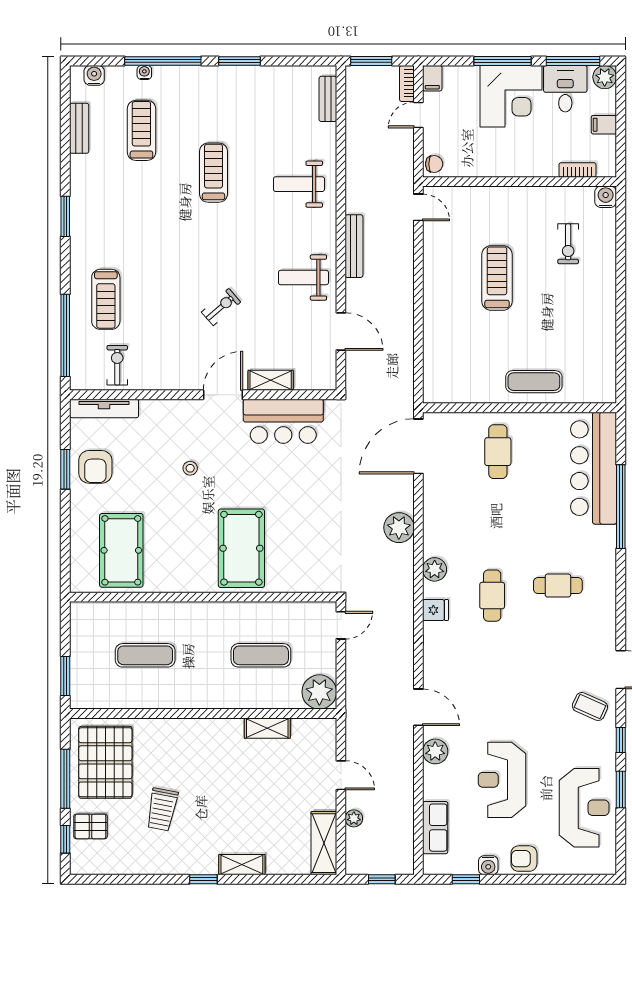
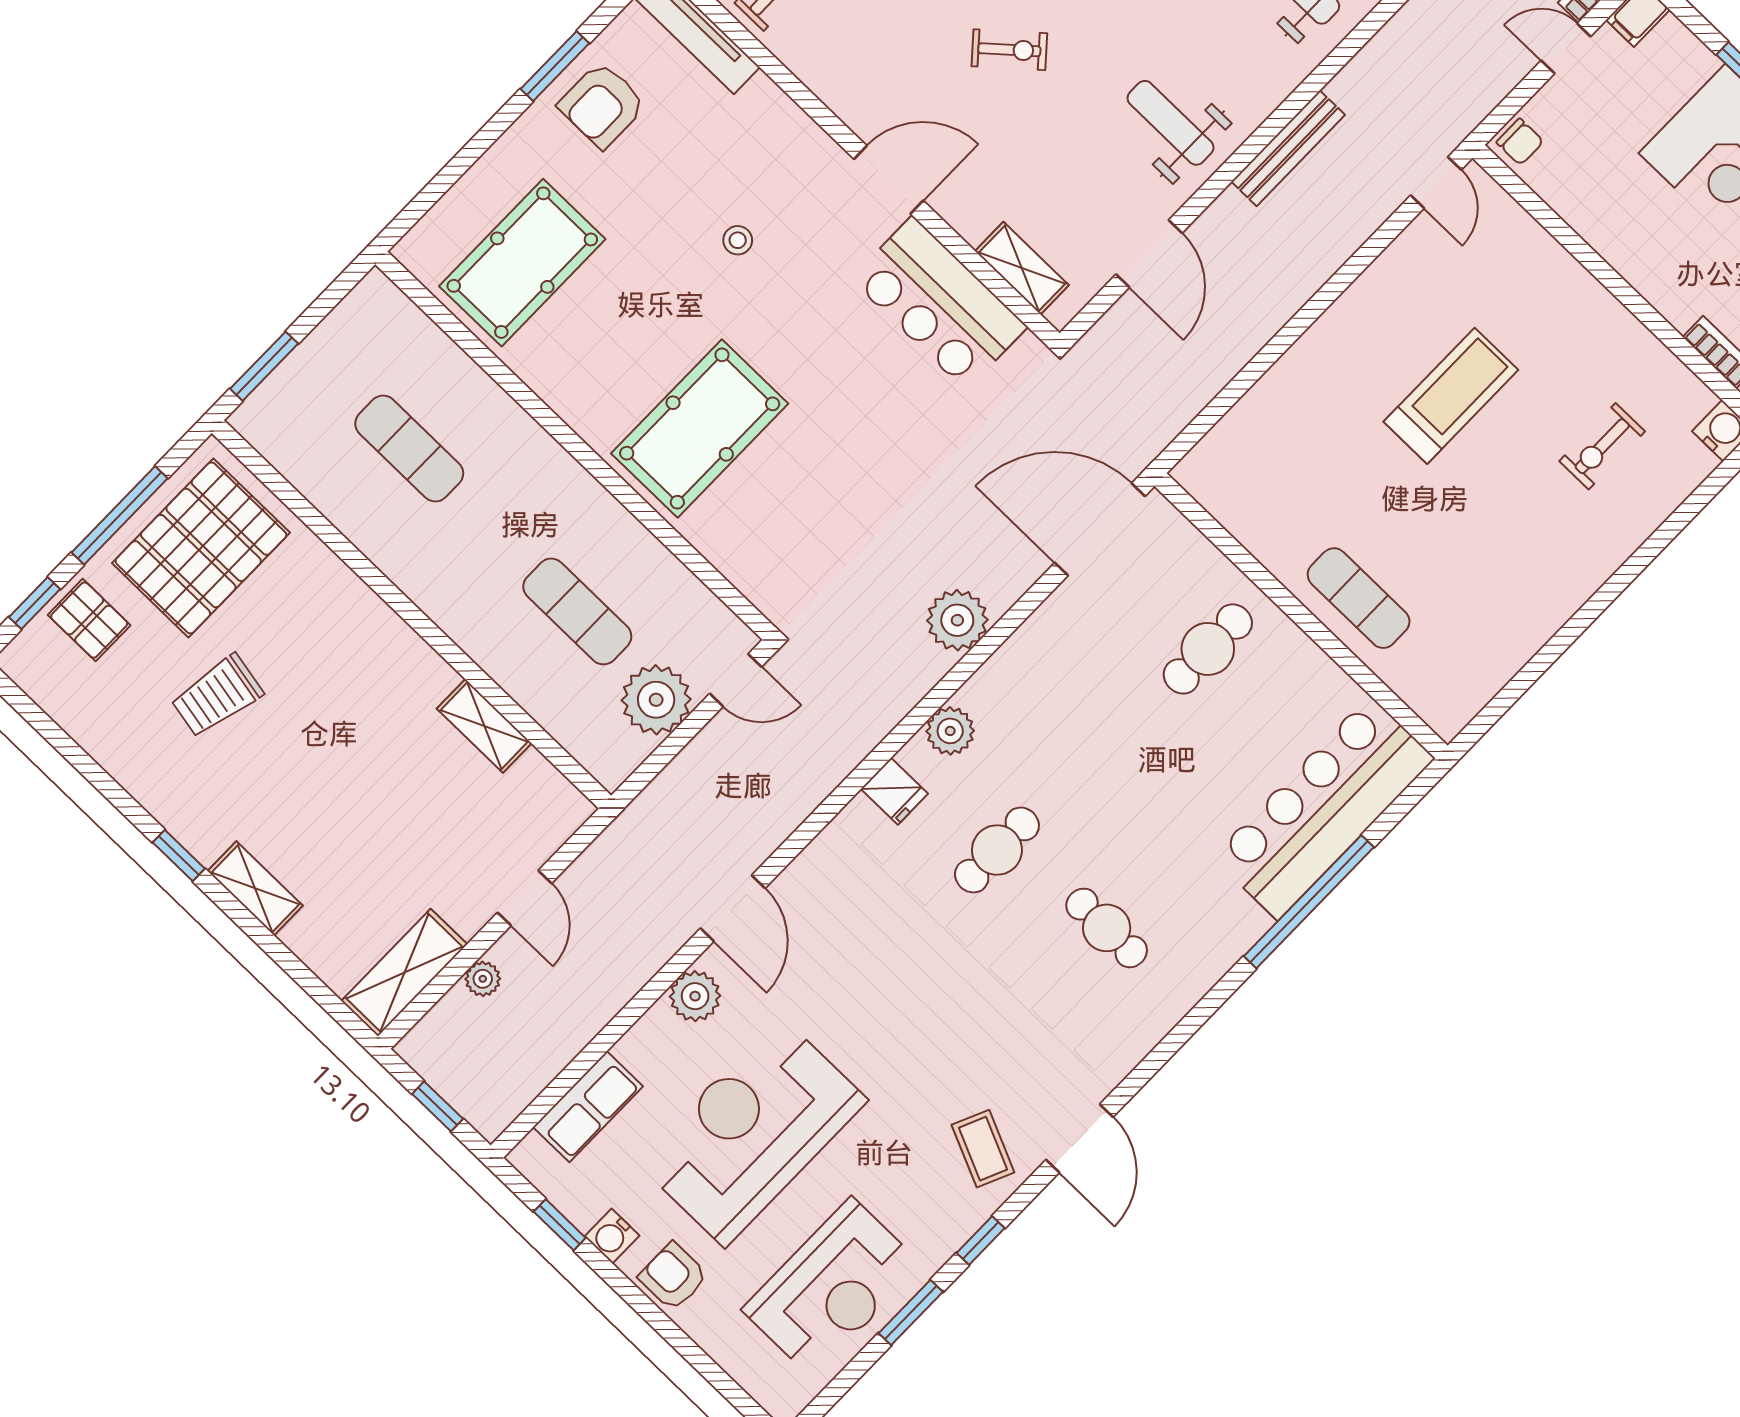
shelving: (271, 380) -> (1022, 268), moved
plant: (319, 692) -> (656, 700), moved
reception desk: (502, 780) -> (752, 1131), width x1.36, depth x1.30

